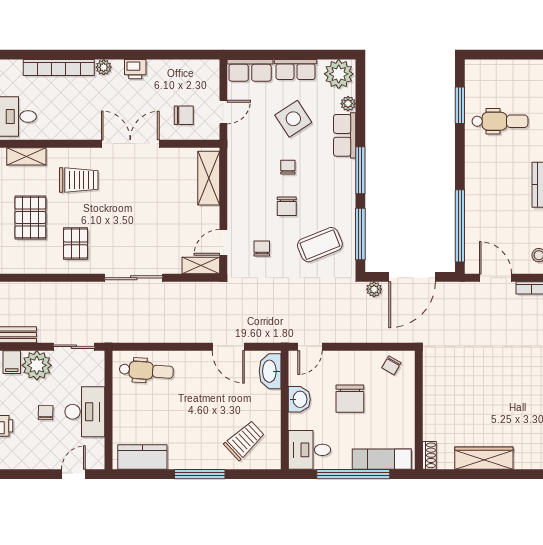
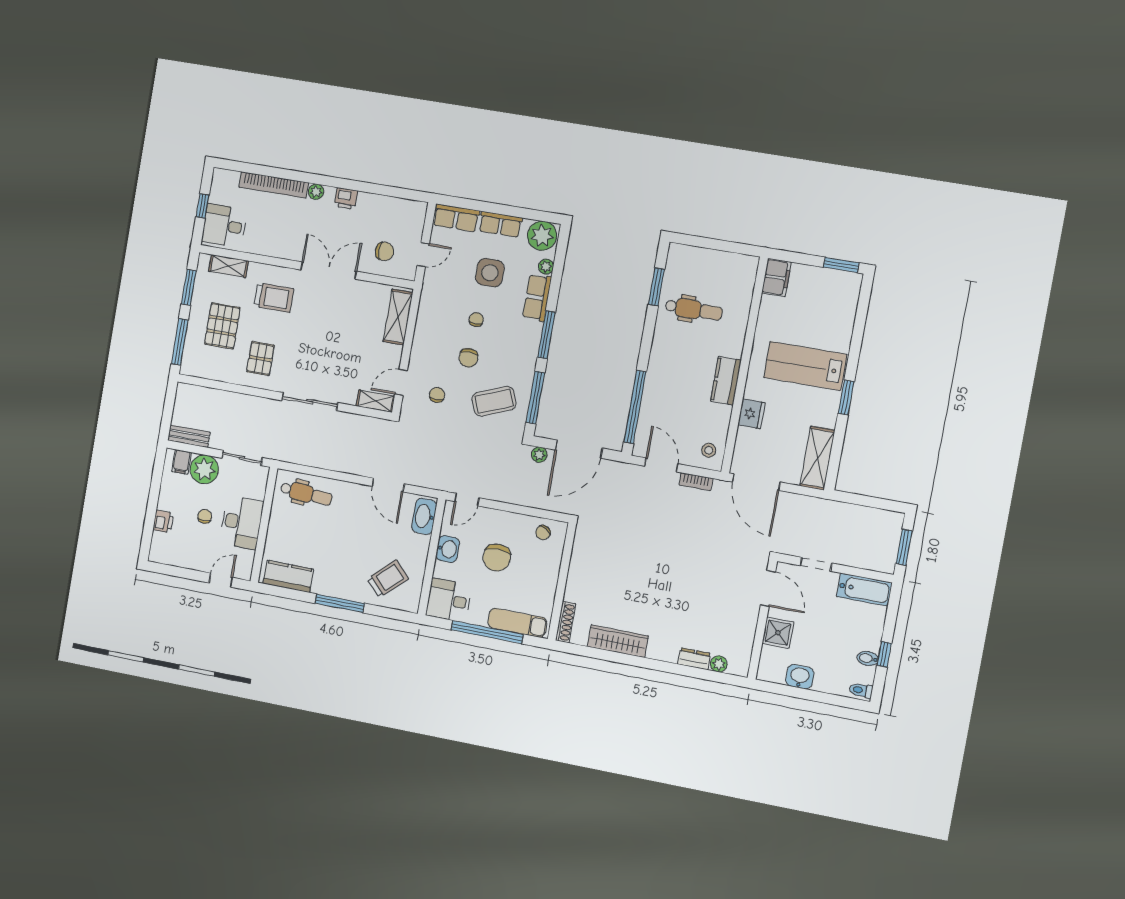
side table: (293, 119) -> (490, 273), turned 33
shoe rack: (429, 455) -> (566, 622), width x1.43

